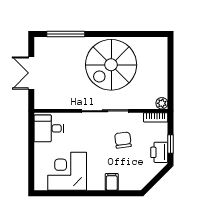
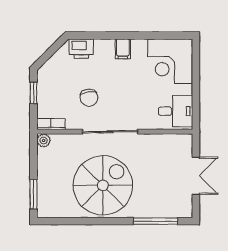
window: (171, 57) -> (33, 194), added
printer: (159, 152) -> (81, 49), moved, turned 90
corner desk: (67, 171) -> (170, 61), moved, turned 90
filing cabinet: (112, 182) -> (123, 49), moved

